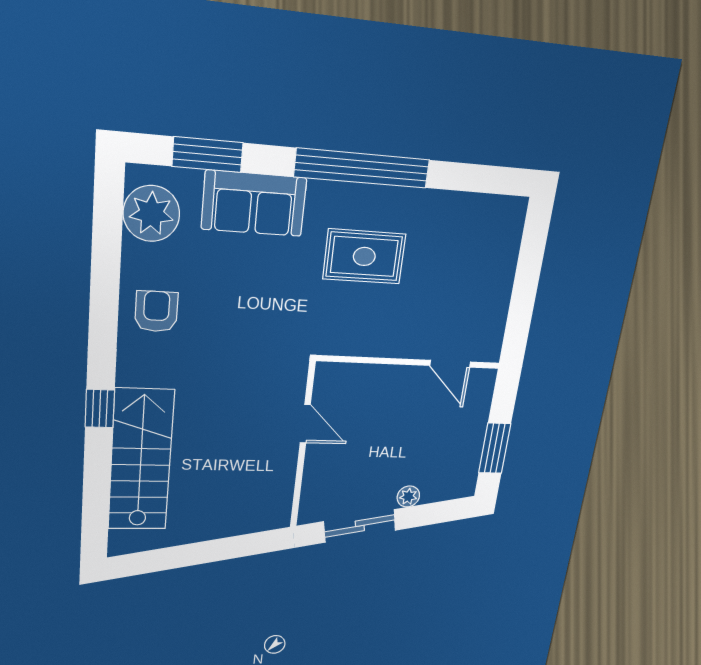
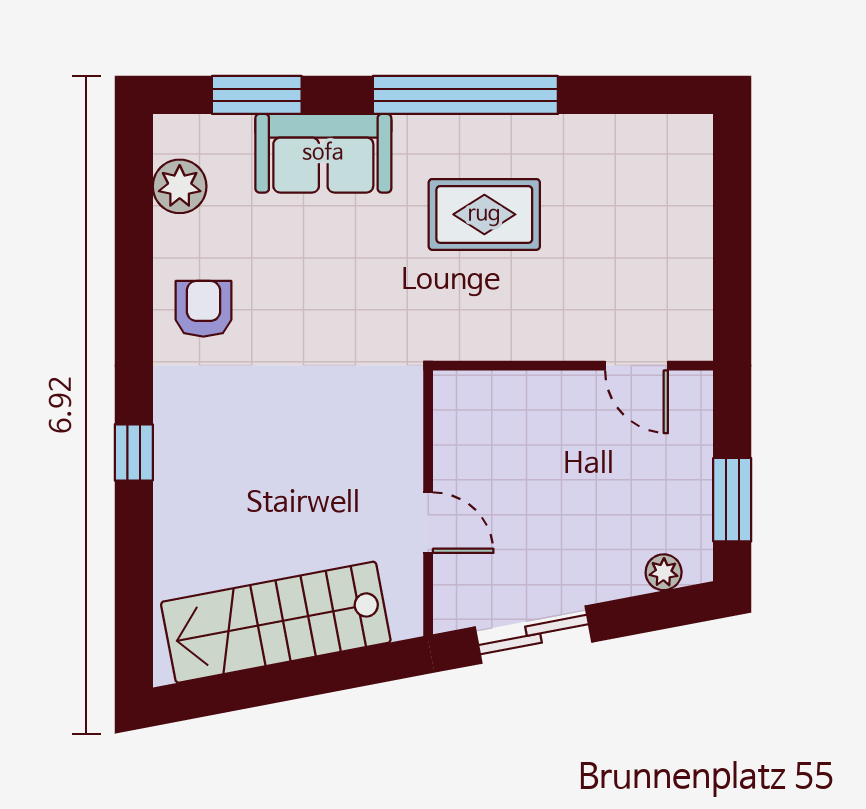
plant: (151, 214) -> (180, 186), width x0.73, depth x0.73
door: (305, 424) -> (428, 523), moved
stairs: (141, 460) -> (276, 622), moved, turned -101
plant: (408, 496) -> (664, 572), moved

